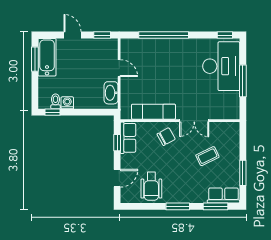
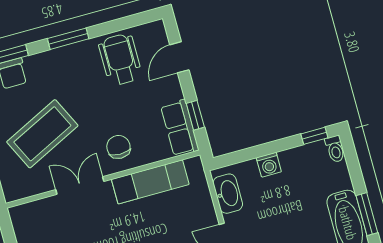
toilet: (56, 101) -> (335, 149), moved
washing machine: (67, 103) -> (269, 165), moved
chair: (166, 137) -> (118, 147), turned 119
coffee table: (207, 156) -> (42, 134), width x1.86, depth x1.72

